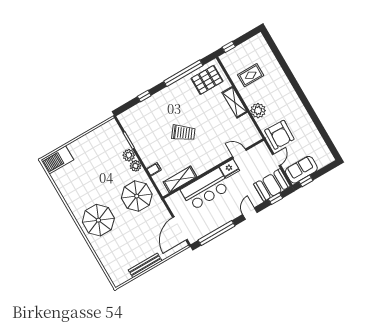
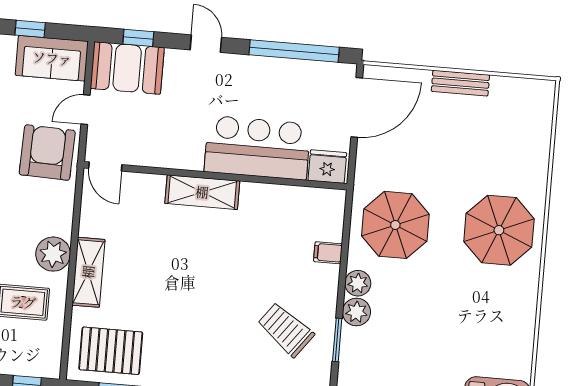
plant: (258, 111) -> (53, 254), moved
trolley: (183, 133) -> (286, 330), moved
door: (239, 154) -> (105, 167), moved
fridge: (229, 169) -> (327, 167), moved
shelving: (180, 179) -> (202, 192), moved
window: (306, 181) -> (30, 29), moved
door: (250, 214) -> (206, 44), swing flipped
bench: (145, 265) -> (460, 83), width x0.73

